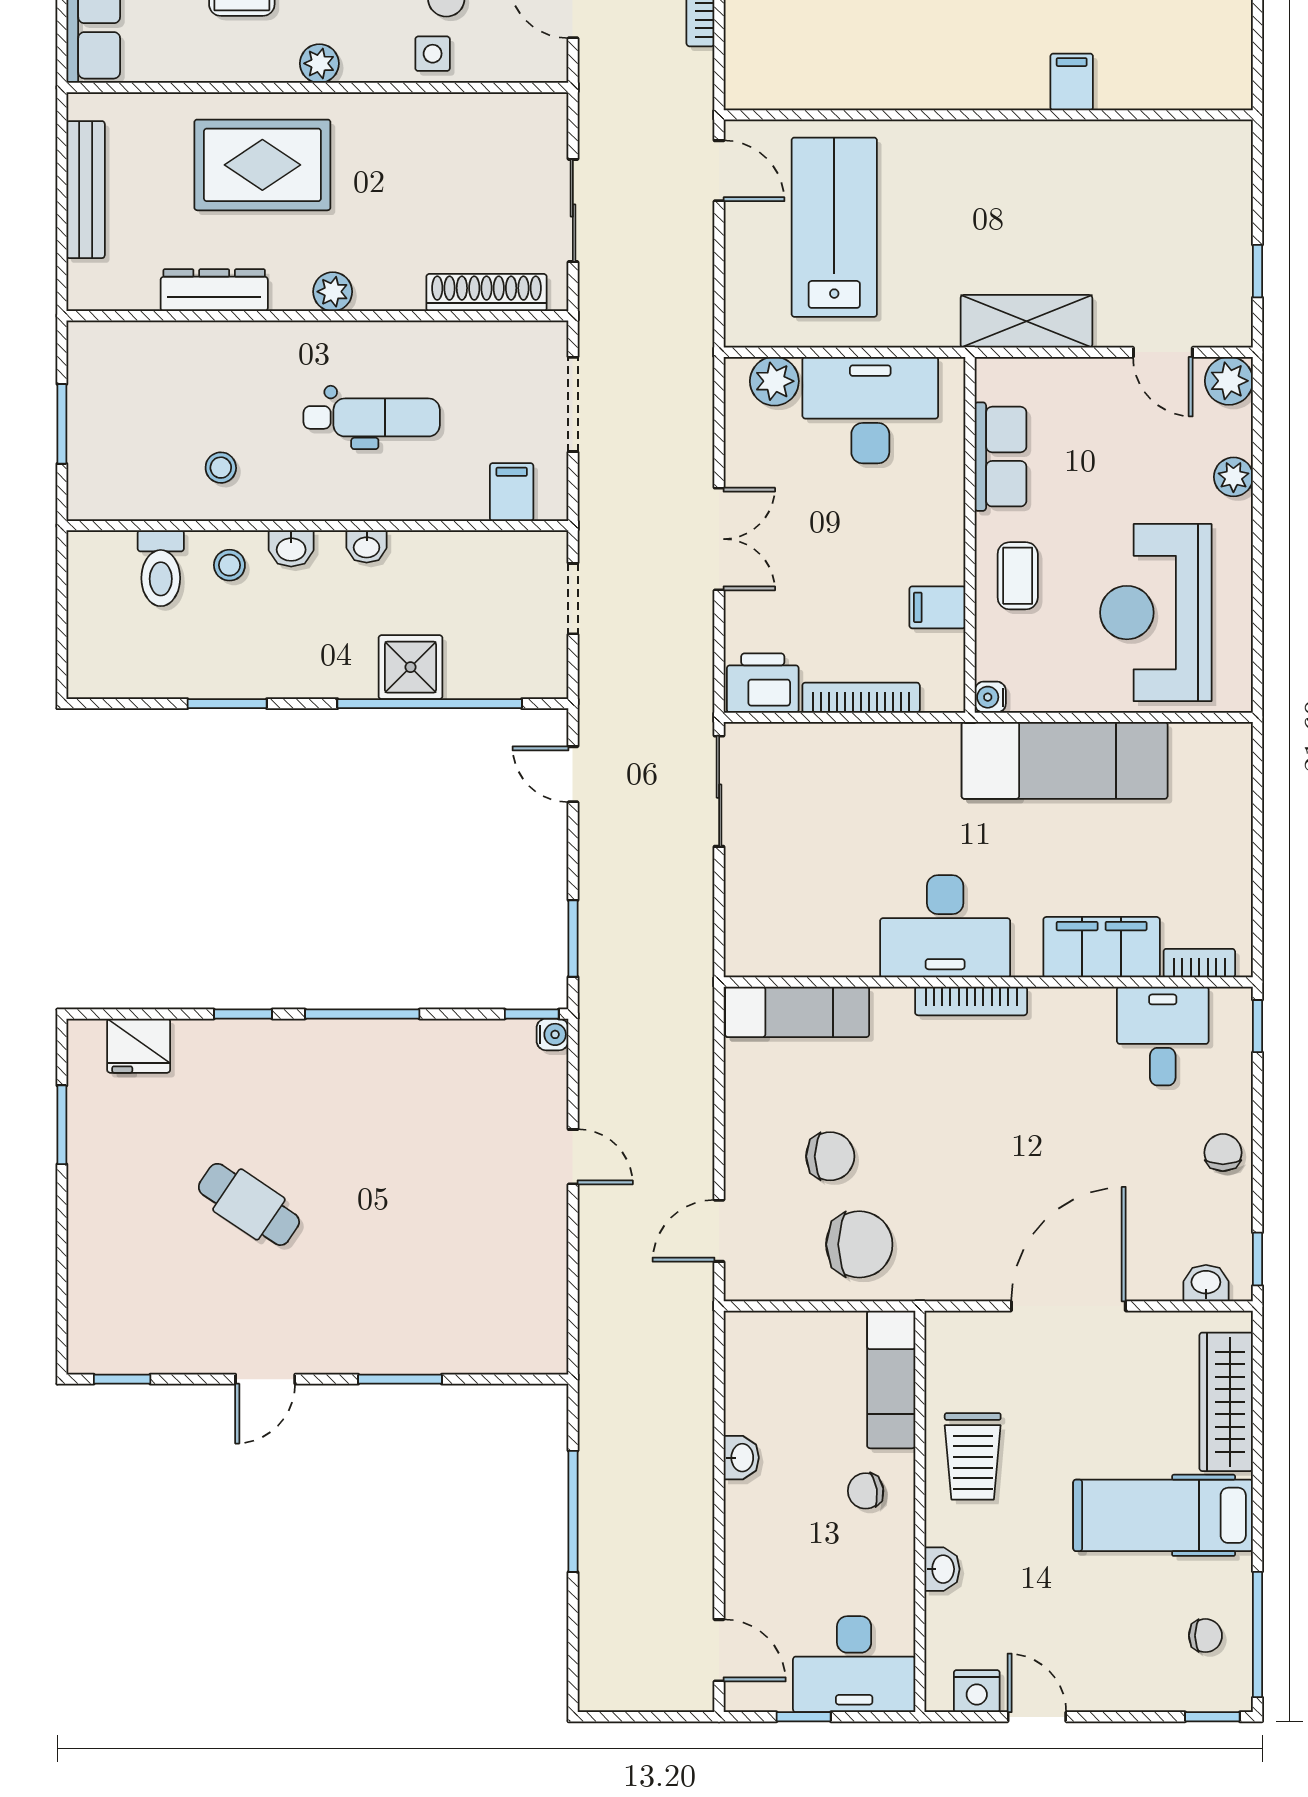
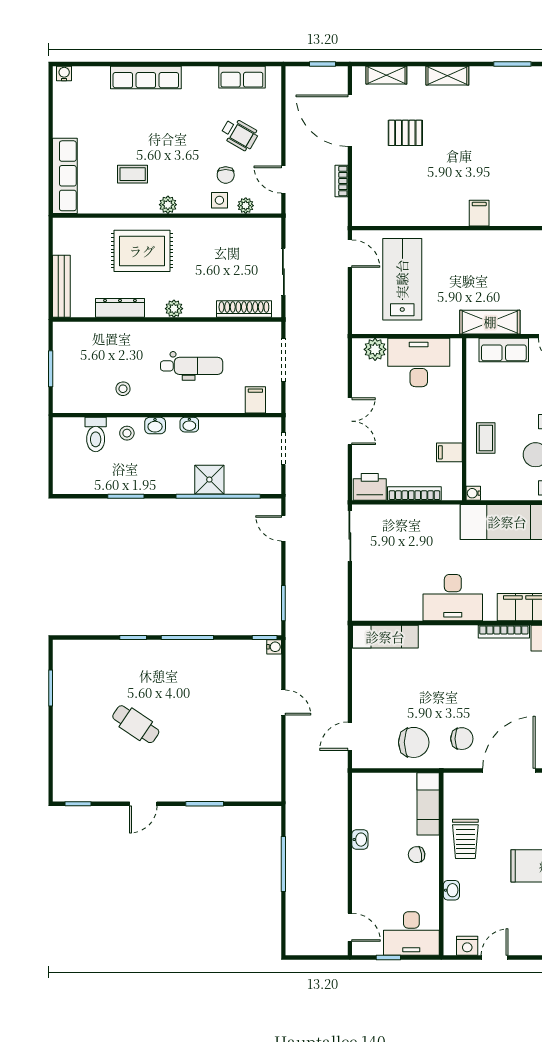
plant: (490, 65) -> (246, 206), added
filing cabinet: (1072, 82) -> (479, 213), moved
bench: (86, 190) -> (61, 286), moved
row of seats: (1001, 457) -> (504, 350), moved, turned 90
bookcase: (971, 1001) -> (504, 632), moved
fridge: (139, 1046) -> (86, 652), removed
chair: (830, 1156) -> (462, 739), moved
door: (1037, 1717) -> (495, 958), hinge flipped

